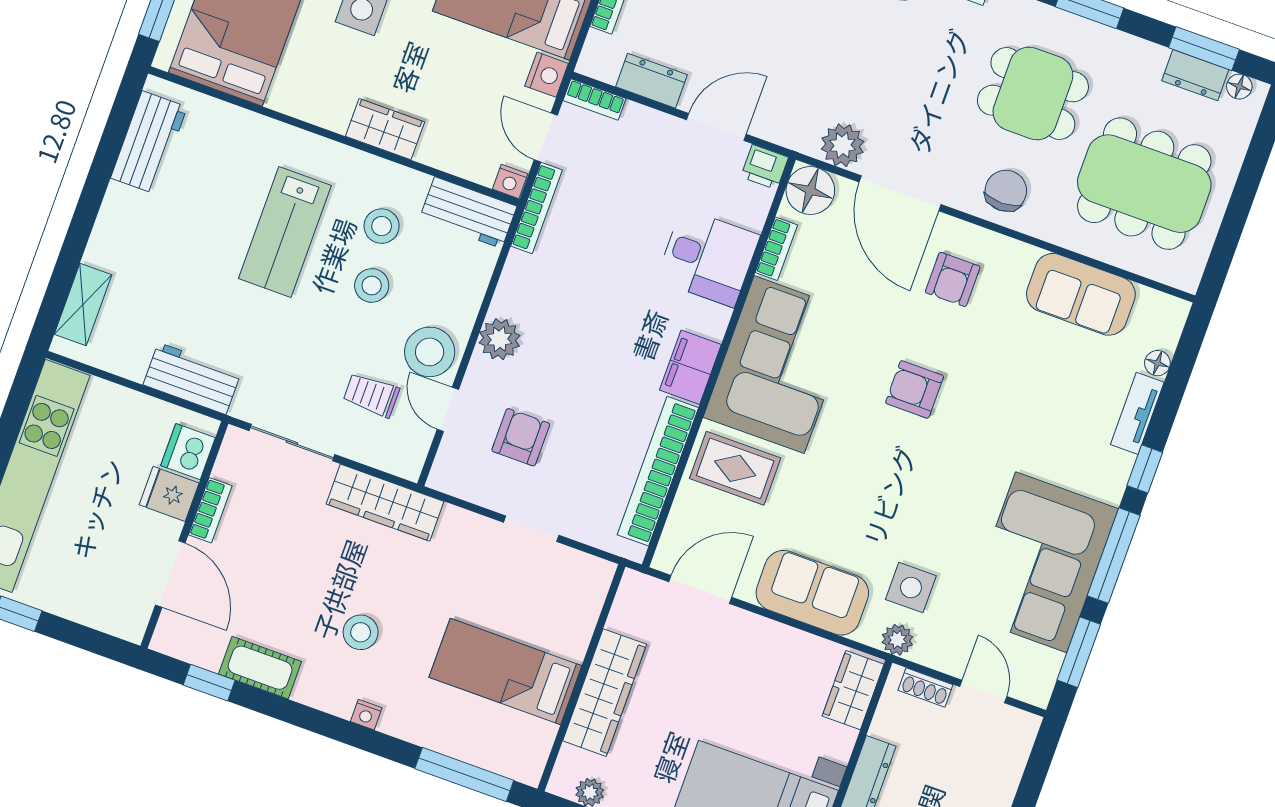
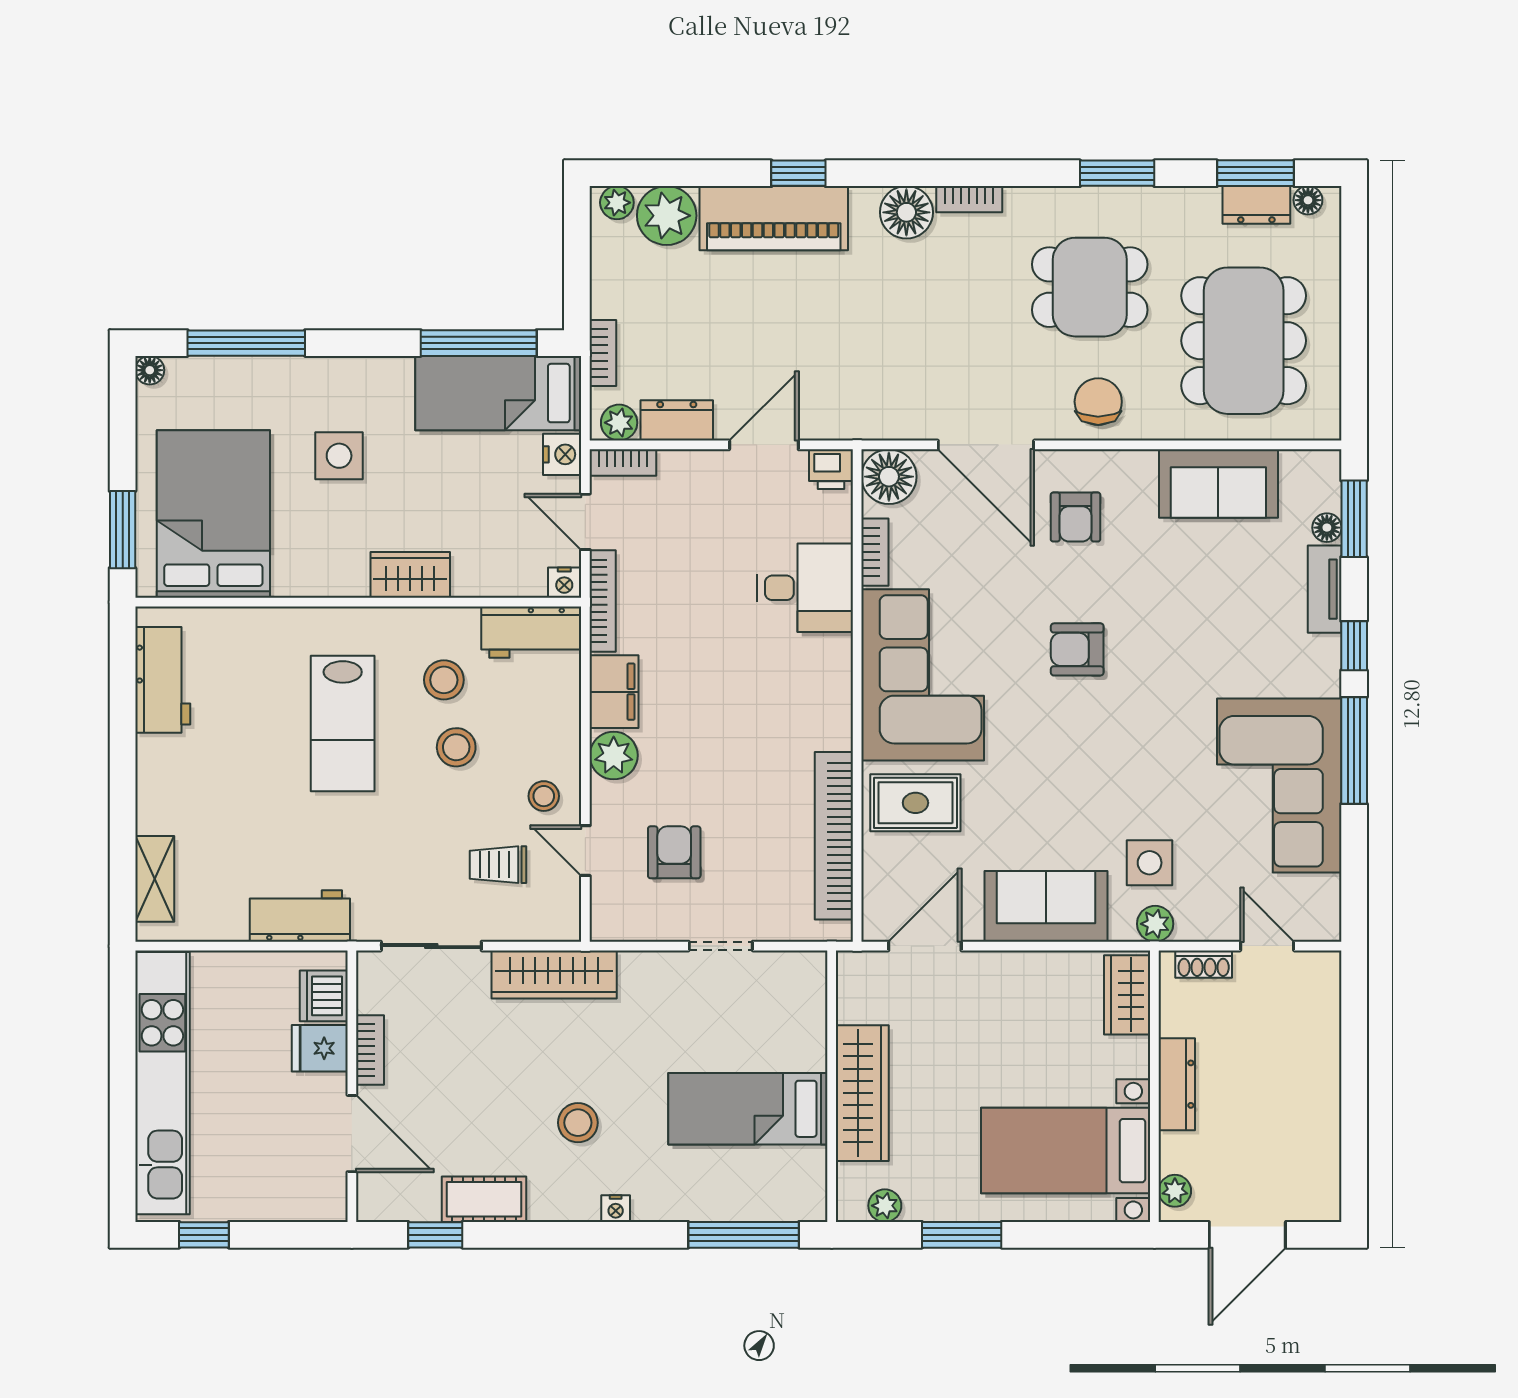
plant: (843, 145) -> (619, 423), moved, width x0.73, depth x0.73
dining table: (1144, 184) -> (1244, 341), turned 90
stool: (430, 352) -> (544, 796), width x0.53, depth x0.53
filing cabinet: (690, 367) -> (614, 692), moved, turned 180
window: (1079, 652) -> (1354, 519), moved

